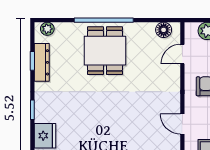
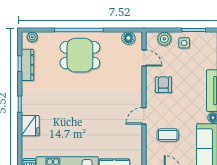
dining table: (105, 51) -> (80, 55), turned 90
door: (182, 54) -> (144, 58), swing flipped
door: (182, 124) -> (144, 116), hinge flipped

